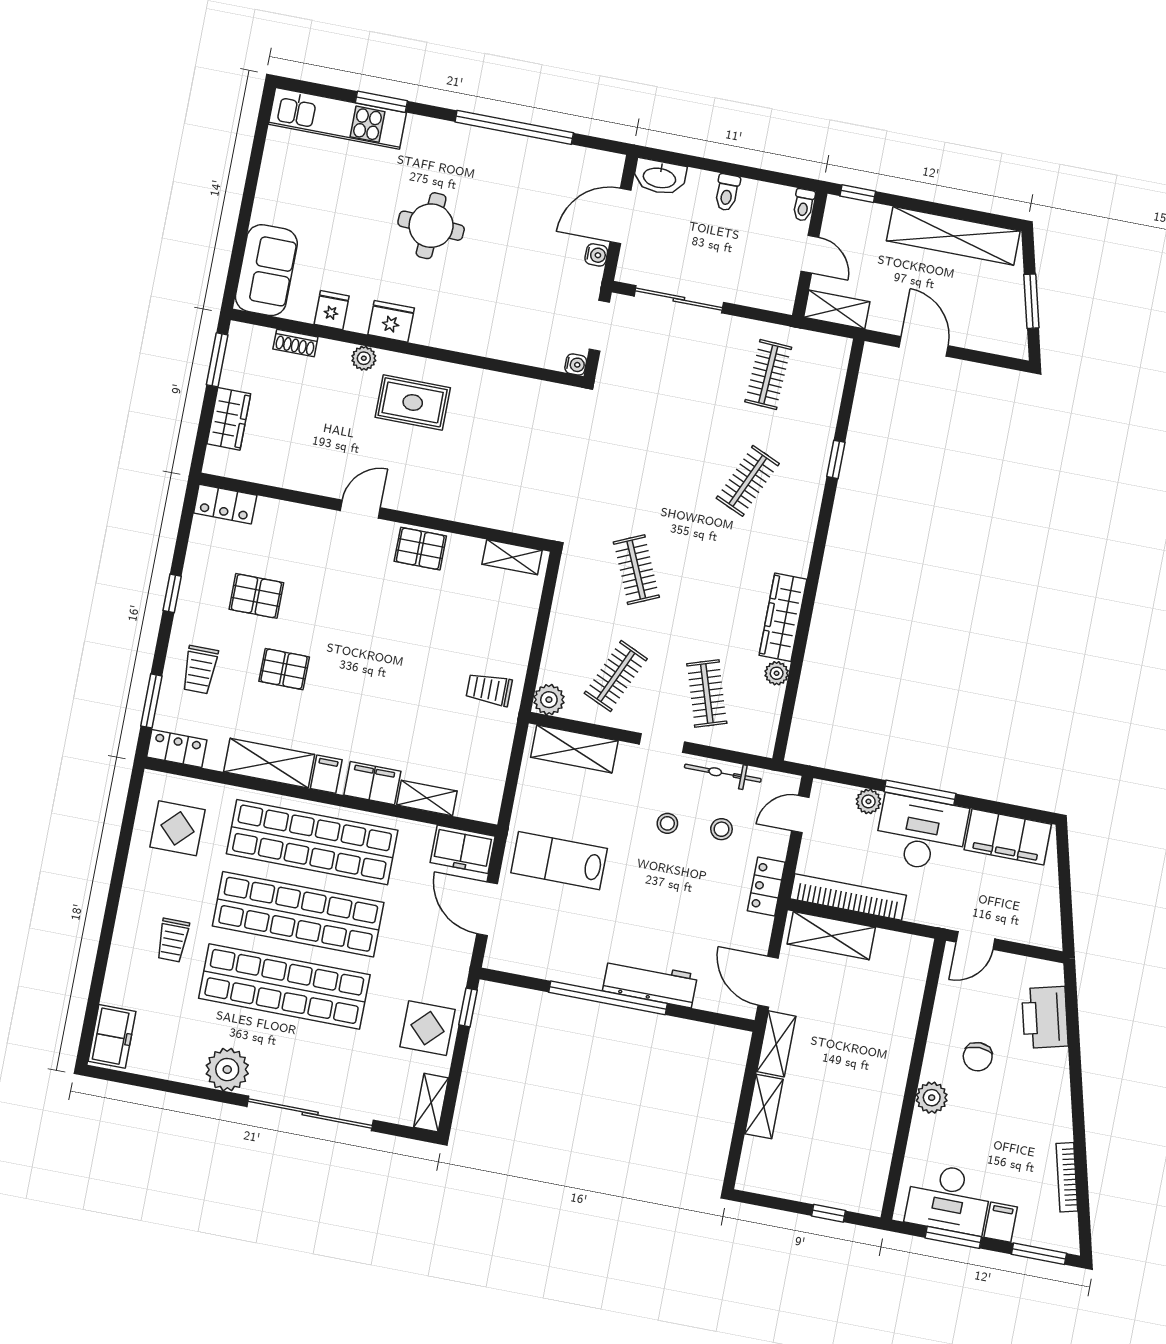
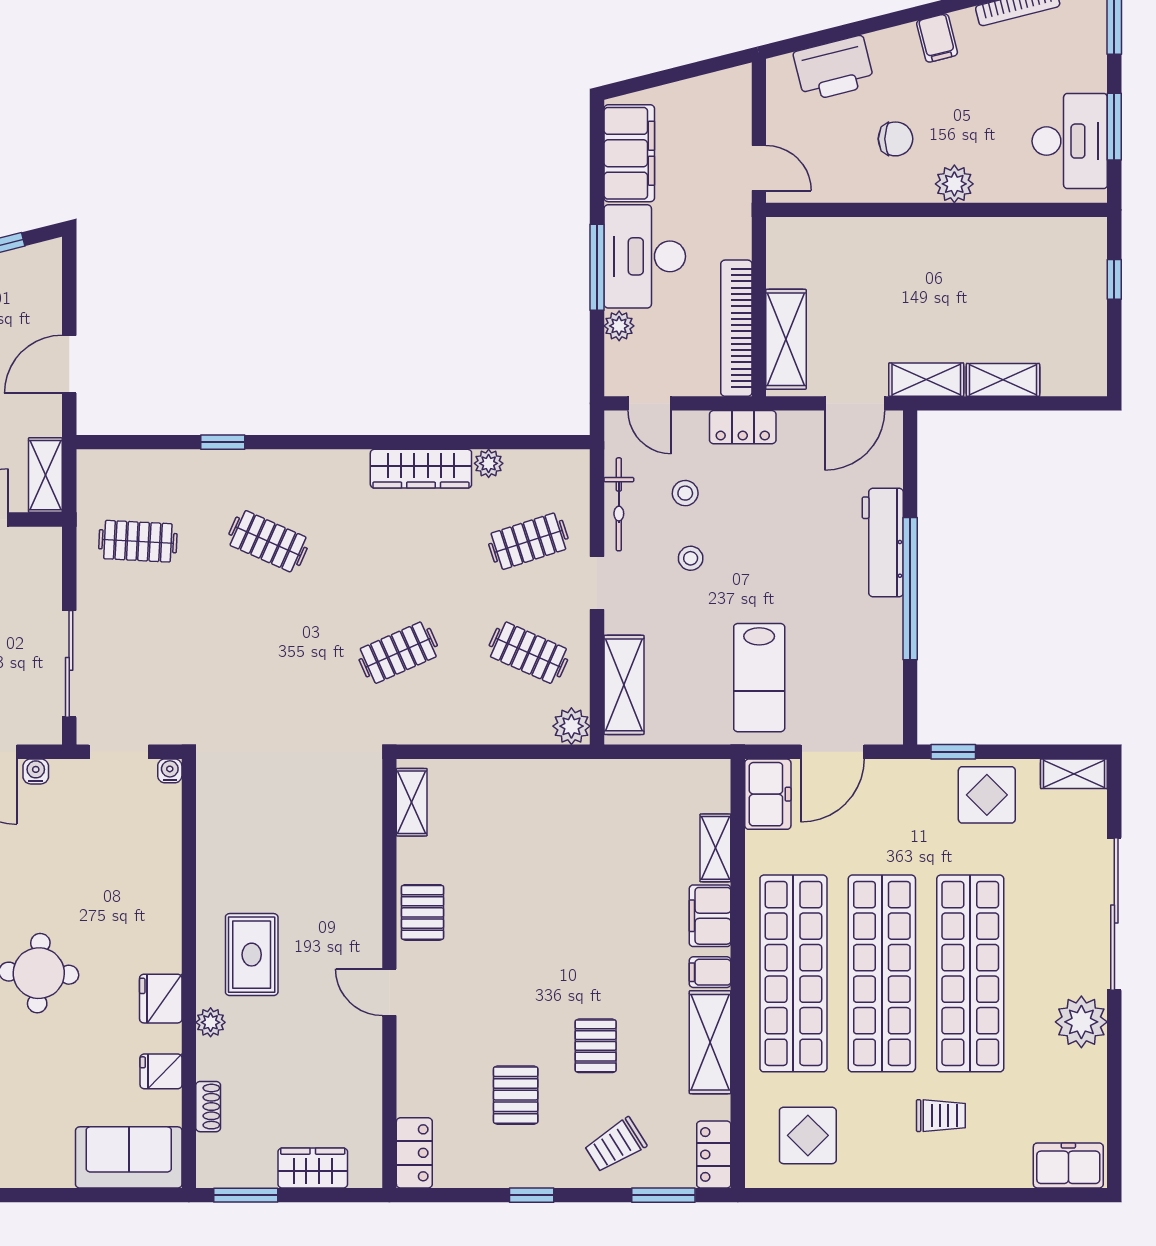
trolley: (200, 670) -> (615, 1145), turned 148
trolley: (489, 689) -> (573, 799), removed
filing cabinet: (1001, 1222) -> (937, 38), moved, turned -104

